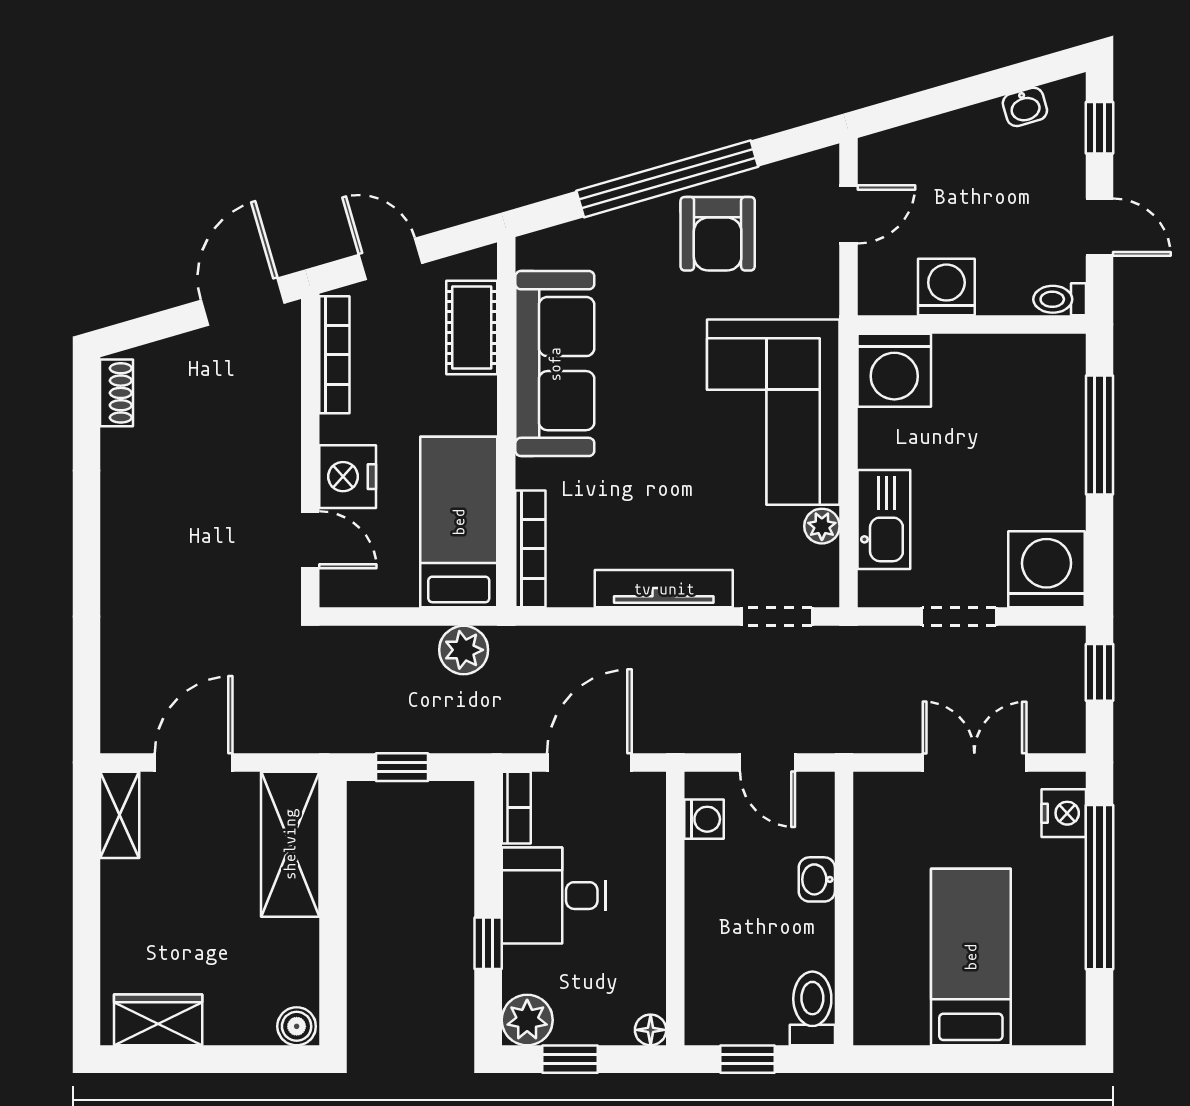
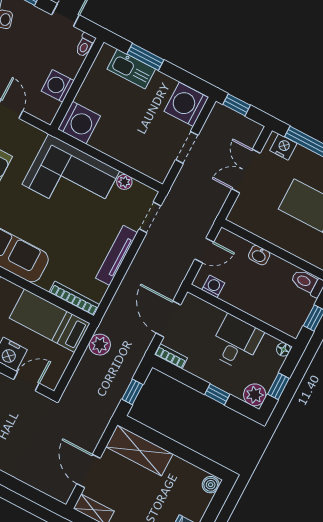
window: (1099, 435) -> (145, 57), width x0.69
kitchen sink: (884, 520) -> (131, 69), moved, turned 180
desk: (554, 896) -> (236, 342), moved, turned 180

